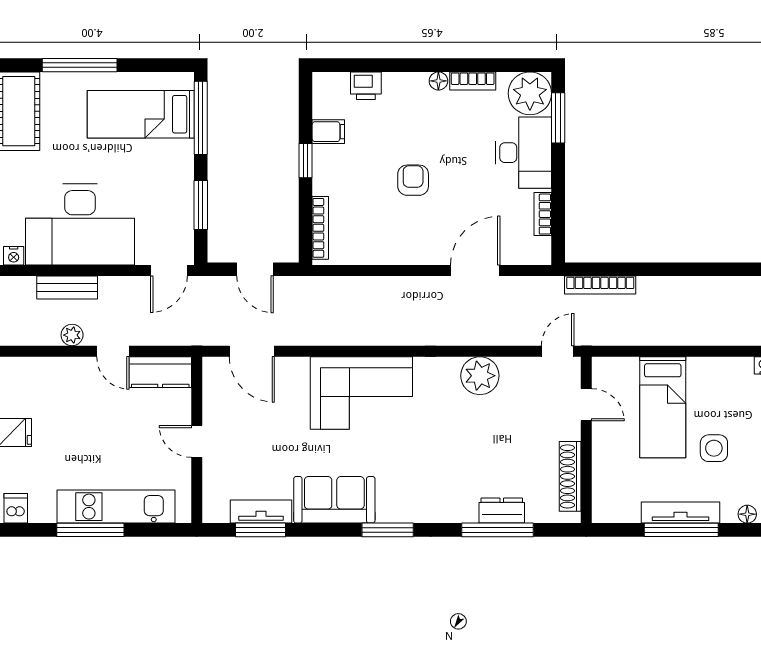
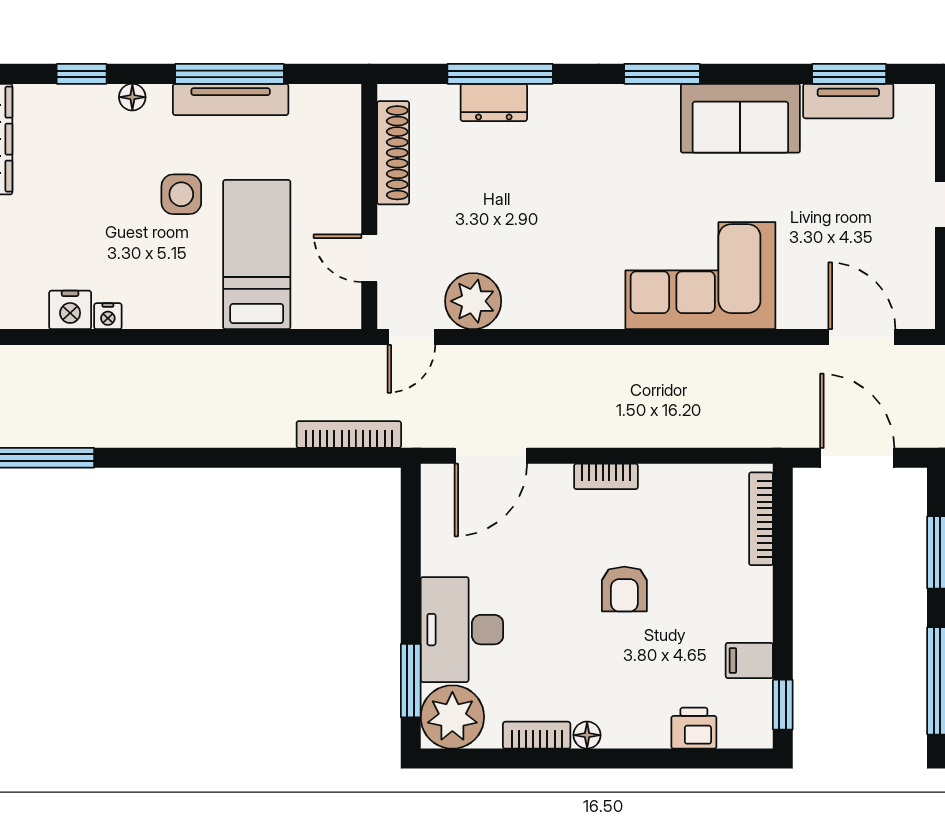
window: (306, 161) -> (783, 705), moved
bookcase: (543, 214) -> (606, 476), moved, turned 90
door: (255, 269) -> (857, 458), width x1.38
door: (475, 271) -> (491, 456), moved
plant: (480, 376) -> (473, 301), moved

